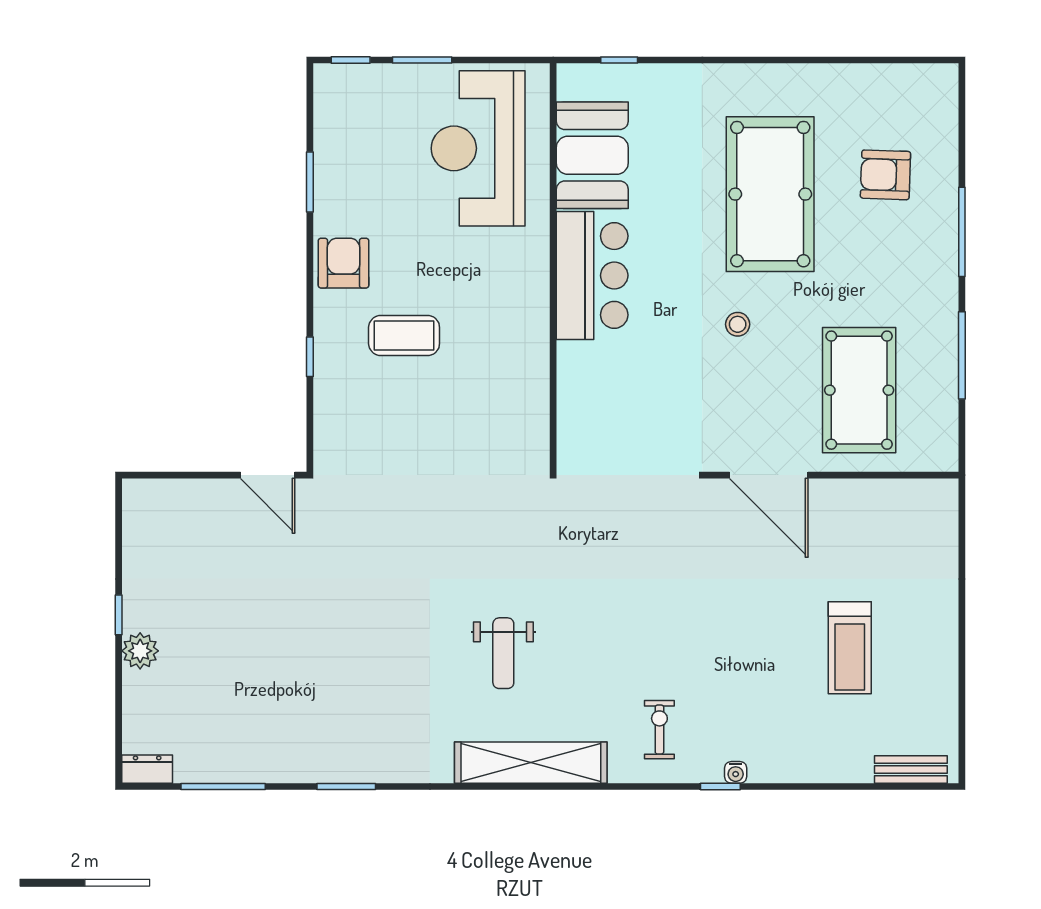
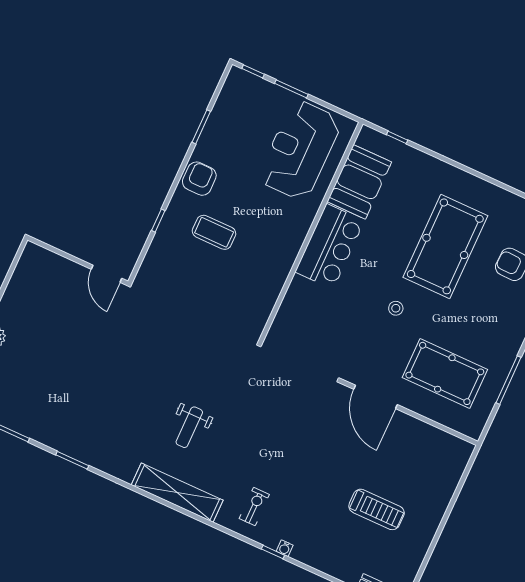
pool table: (859, 390) -> (445, 373), turned 90
treadmill: (850, 648) -> (377, 509), turned -90

